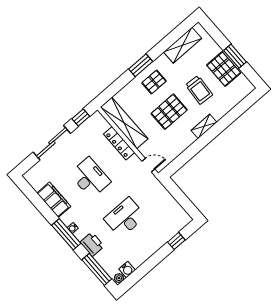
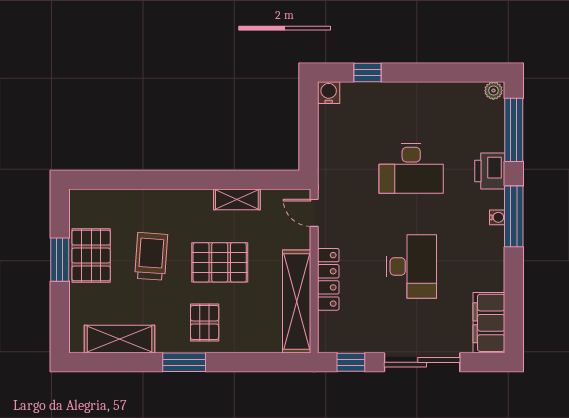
window: (141, 65) -> (184, 362), moved
pallet: (154, 82) -> (205, 323), turned 90
shelving: (204, 126) -> (237, 199), moved
desk: (90, 178) -> (411, 266), turned 180
filing cabinet: (54, 200) -> (489, 323), moved
water cooler: (127, 270) -> (329, 93), moved

